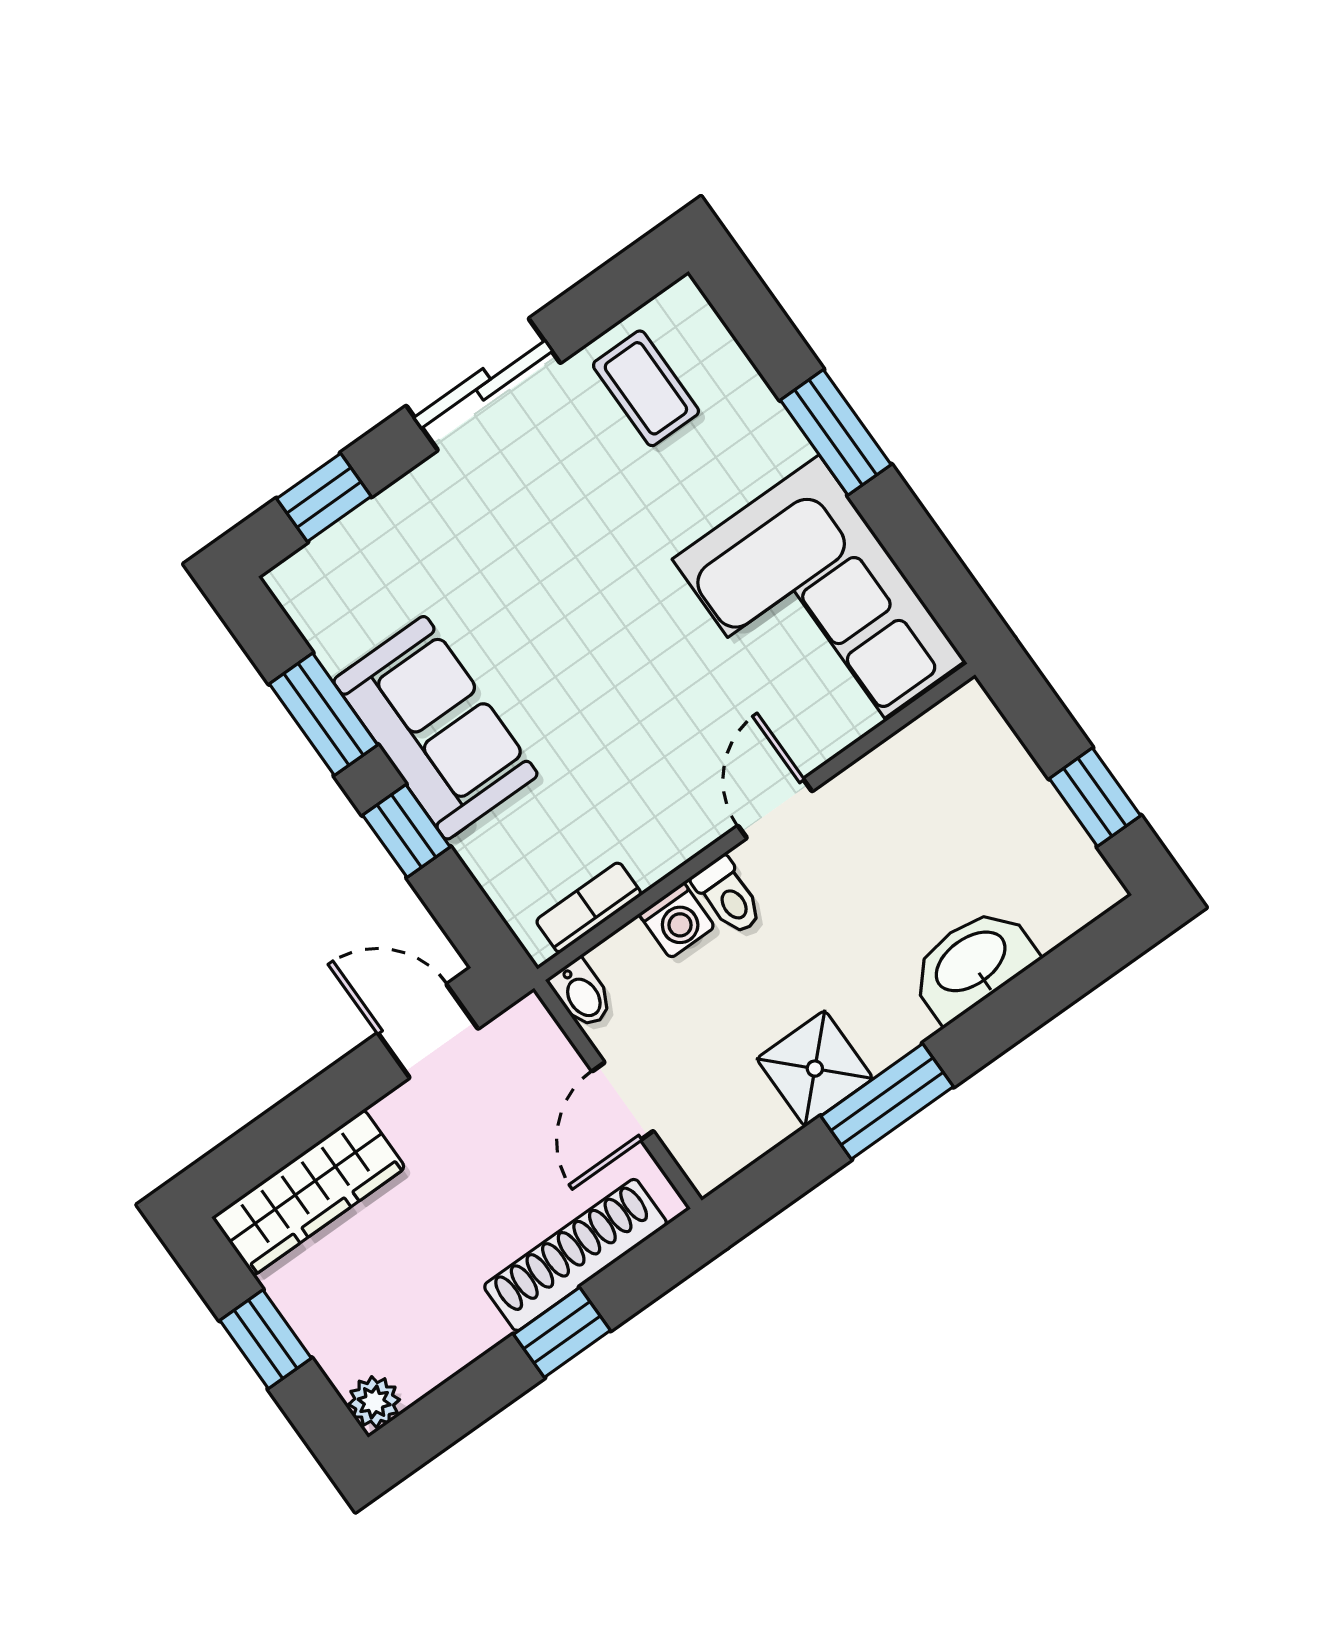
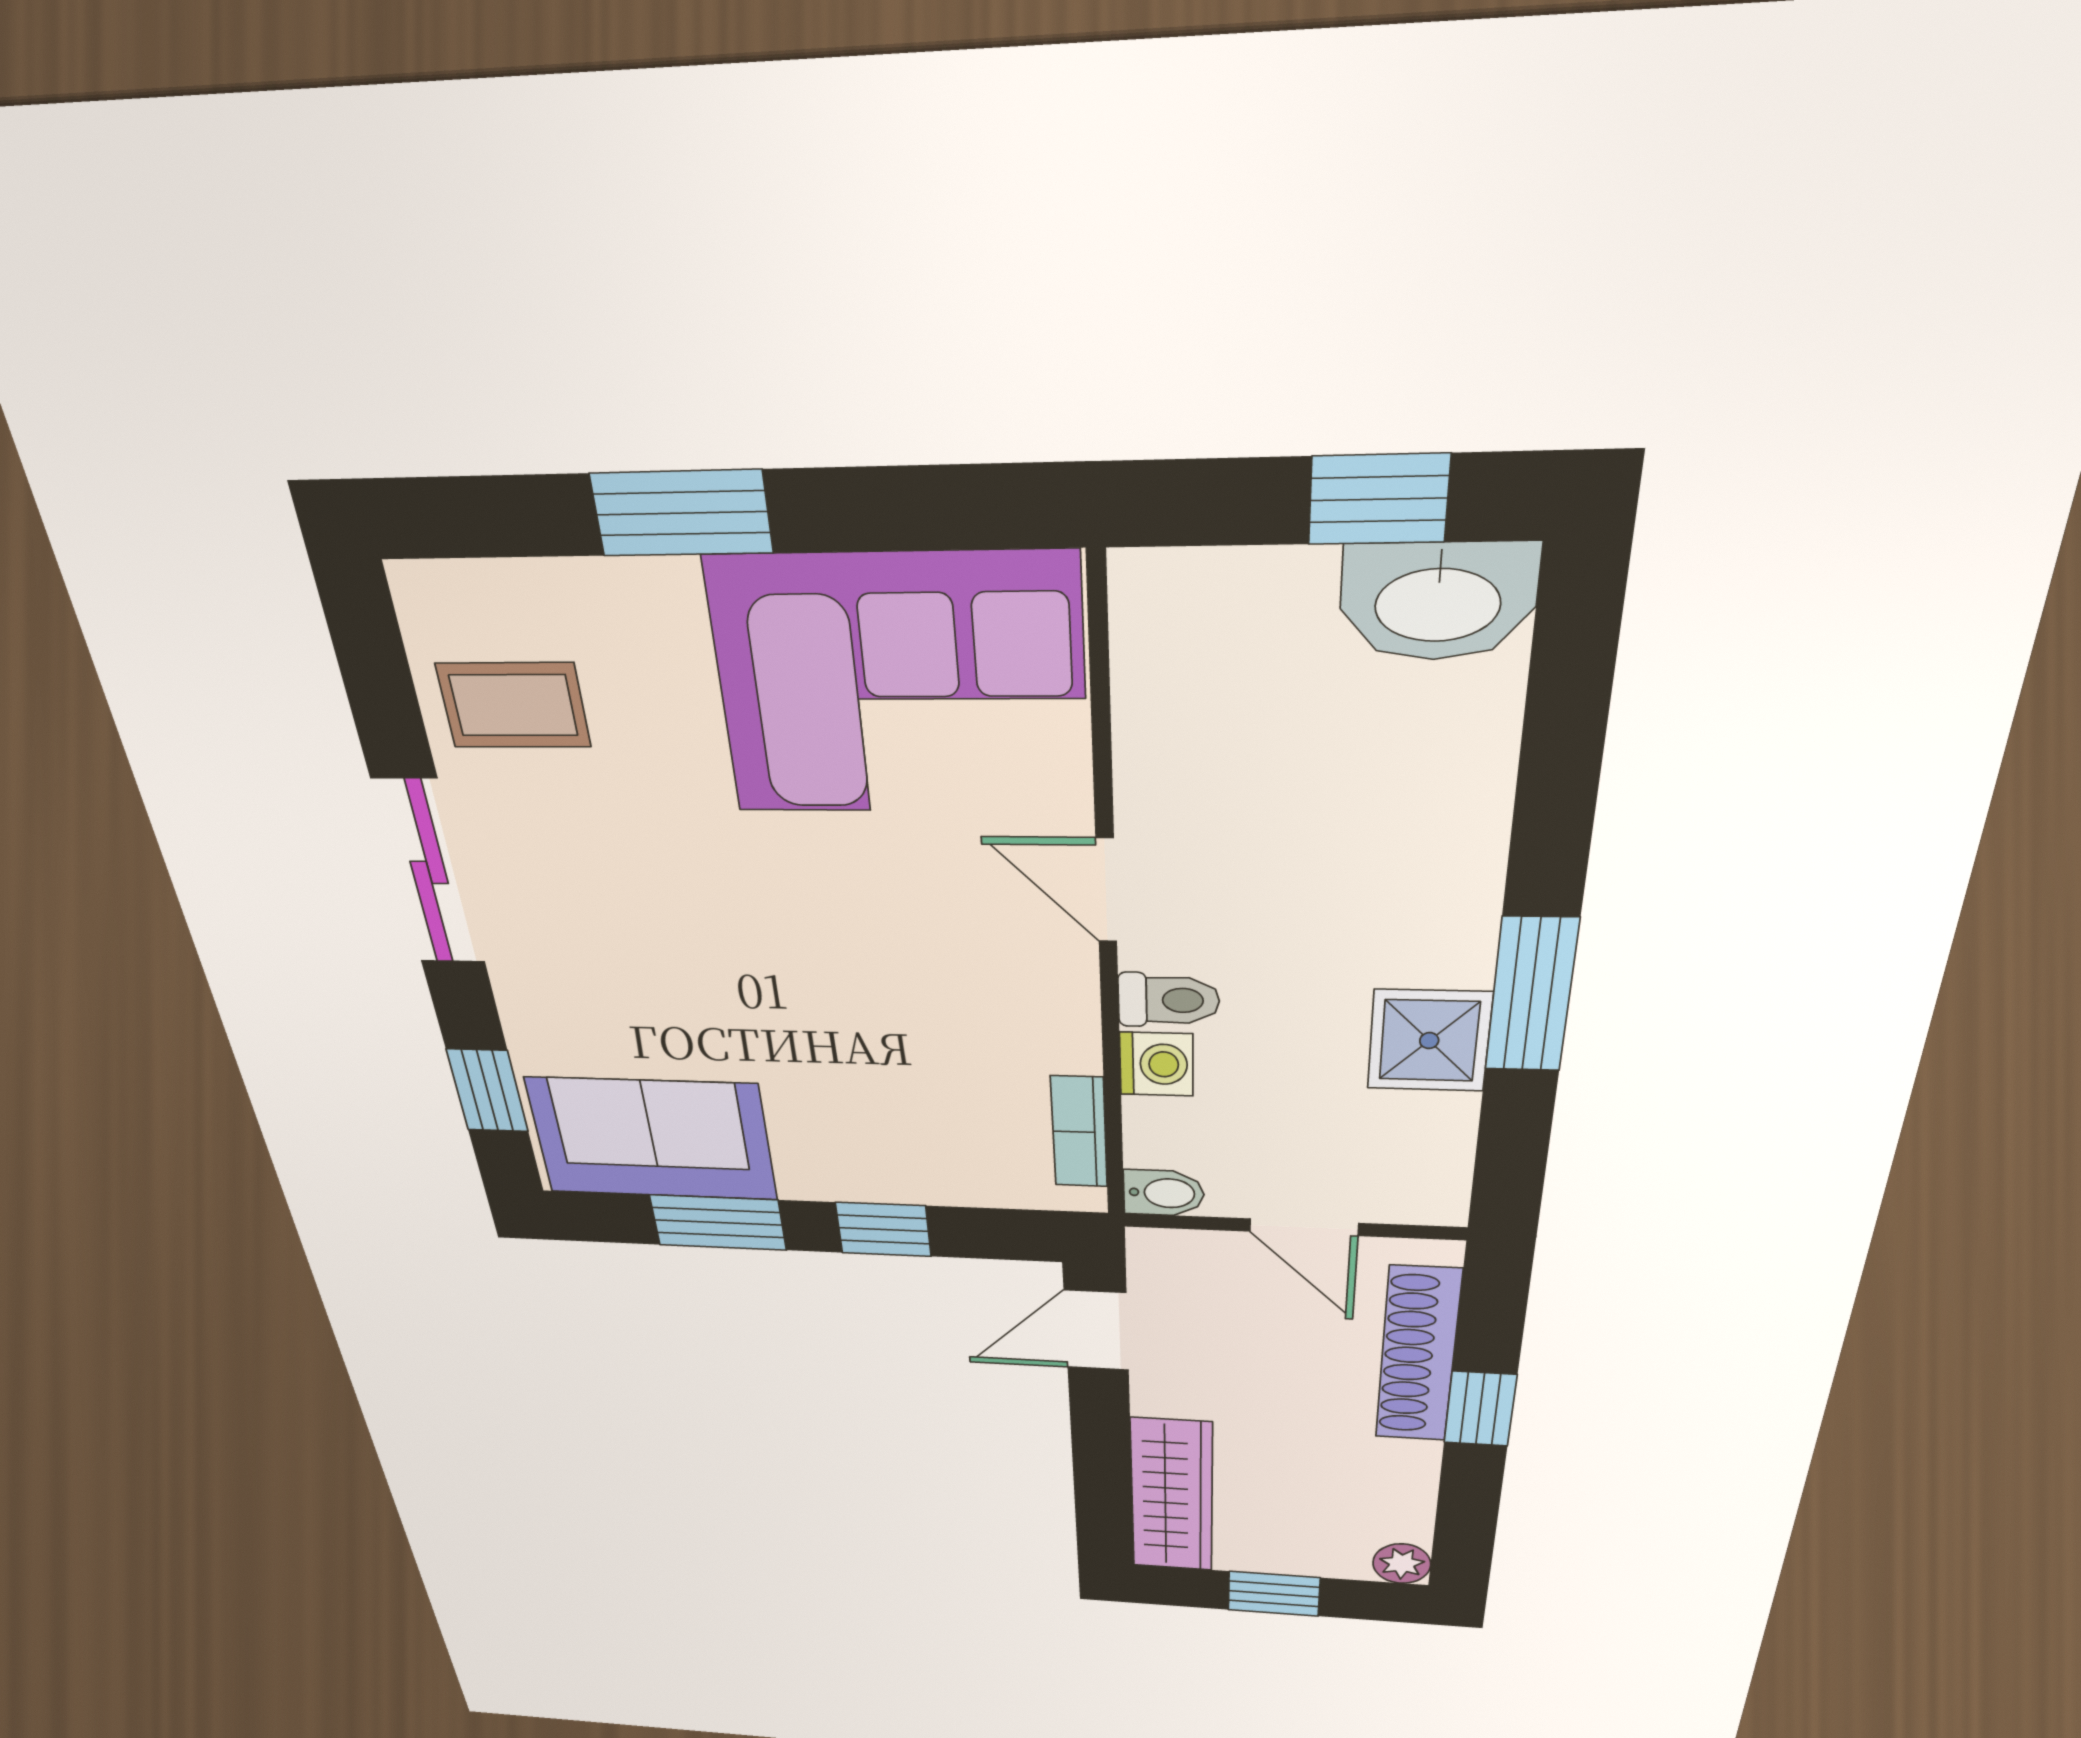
sofa: (435, 728) -> (652, 1139), moved
washbasin: (972, 963) -> (1438, 602), moved, turned -90

